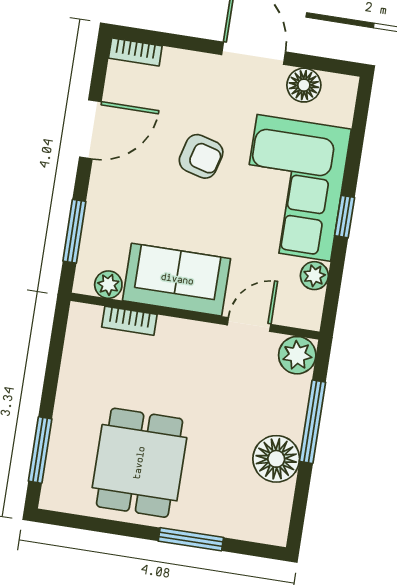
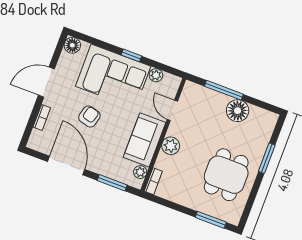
bookcase: (135, 52) -> (42, 117), moved
floor lamp: (304, 85) -> (72, 45), moved
door: (90, 129) -> (66, 165), width x1.36
bookcase: (129, 321) -> (153, 181), moved
plant: (297, 355) -> (171, 146), moved
dining table: (140, 463) -> (226, 175), turned 90

